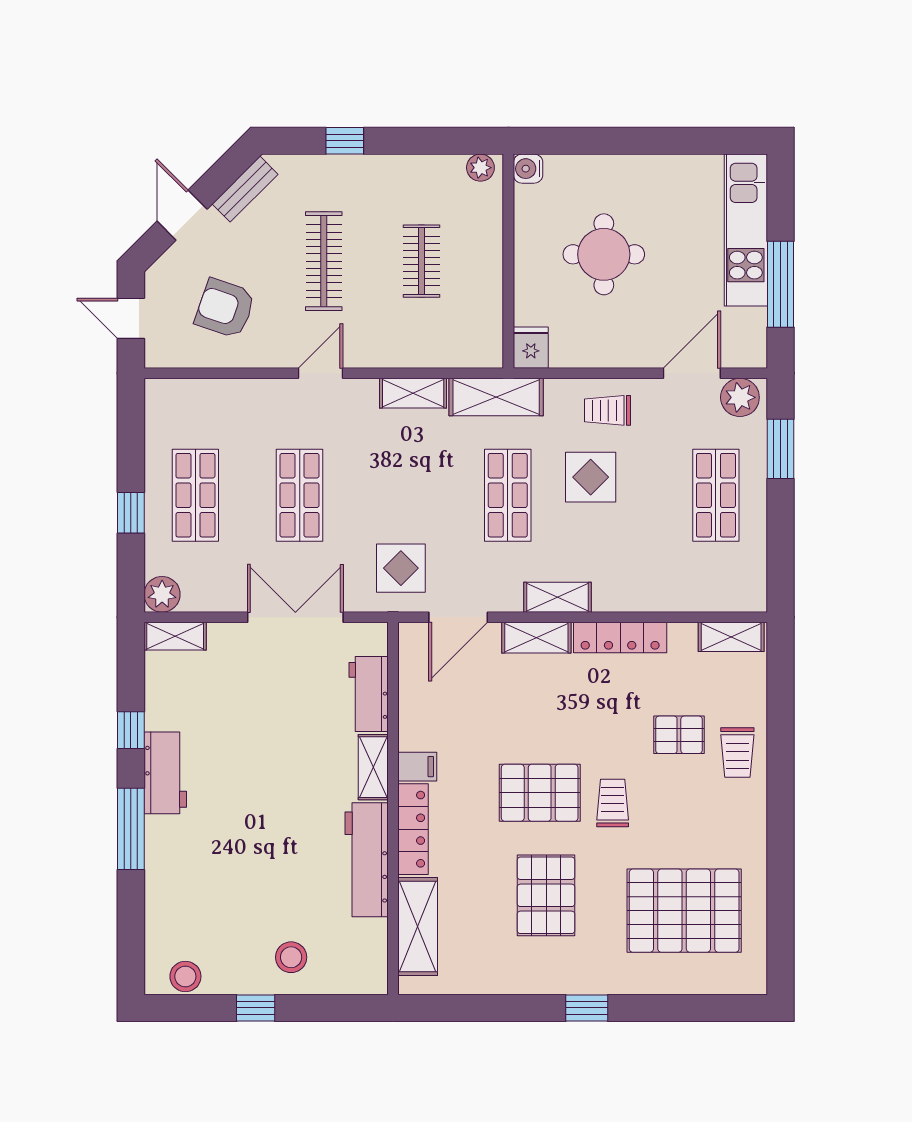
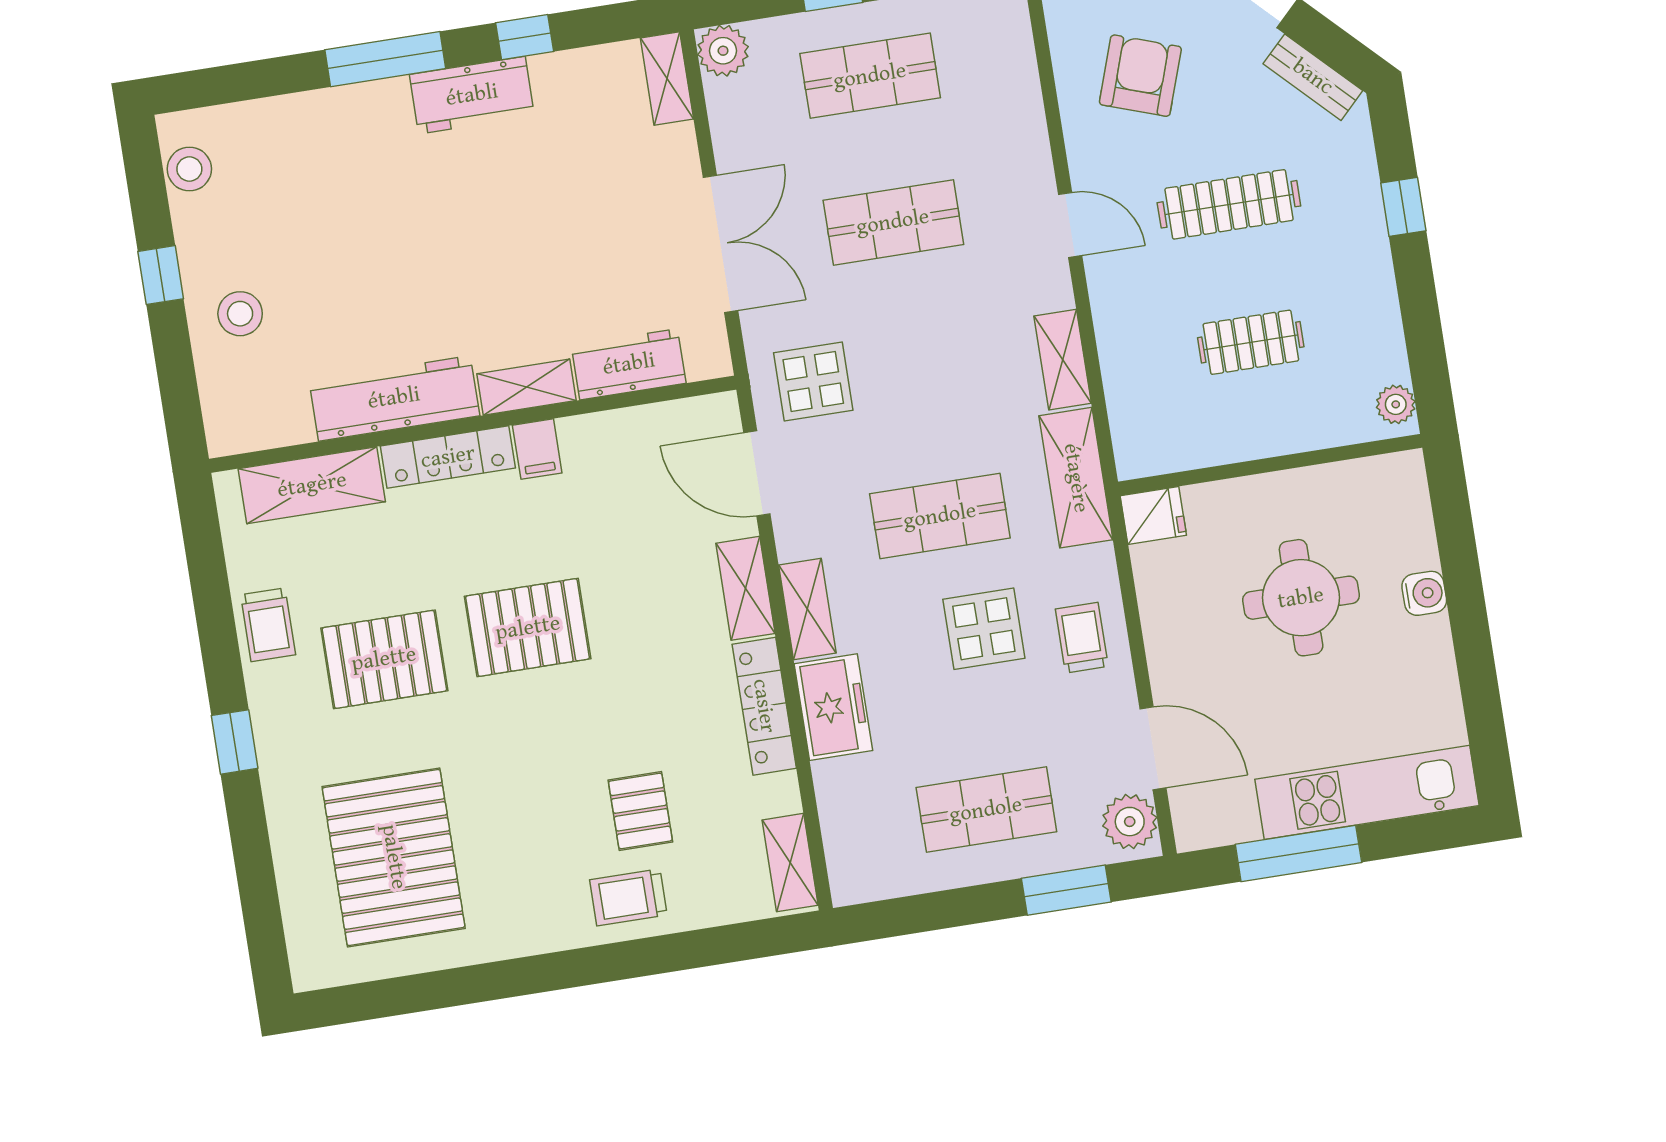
water cooler: (528, 169) -> (1424, 593), moved, turned 90
freezer: (628, 590) -> (833, 707), added
pallet: (540, 793) -> (528, 628), turned 90
trolley: (613, 803) -> (268, 625), moved, turned 90

